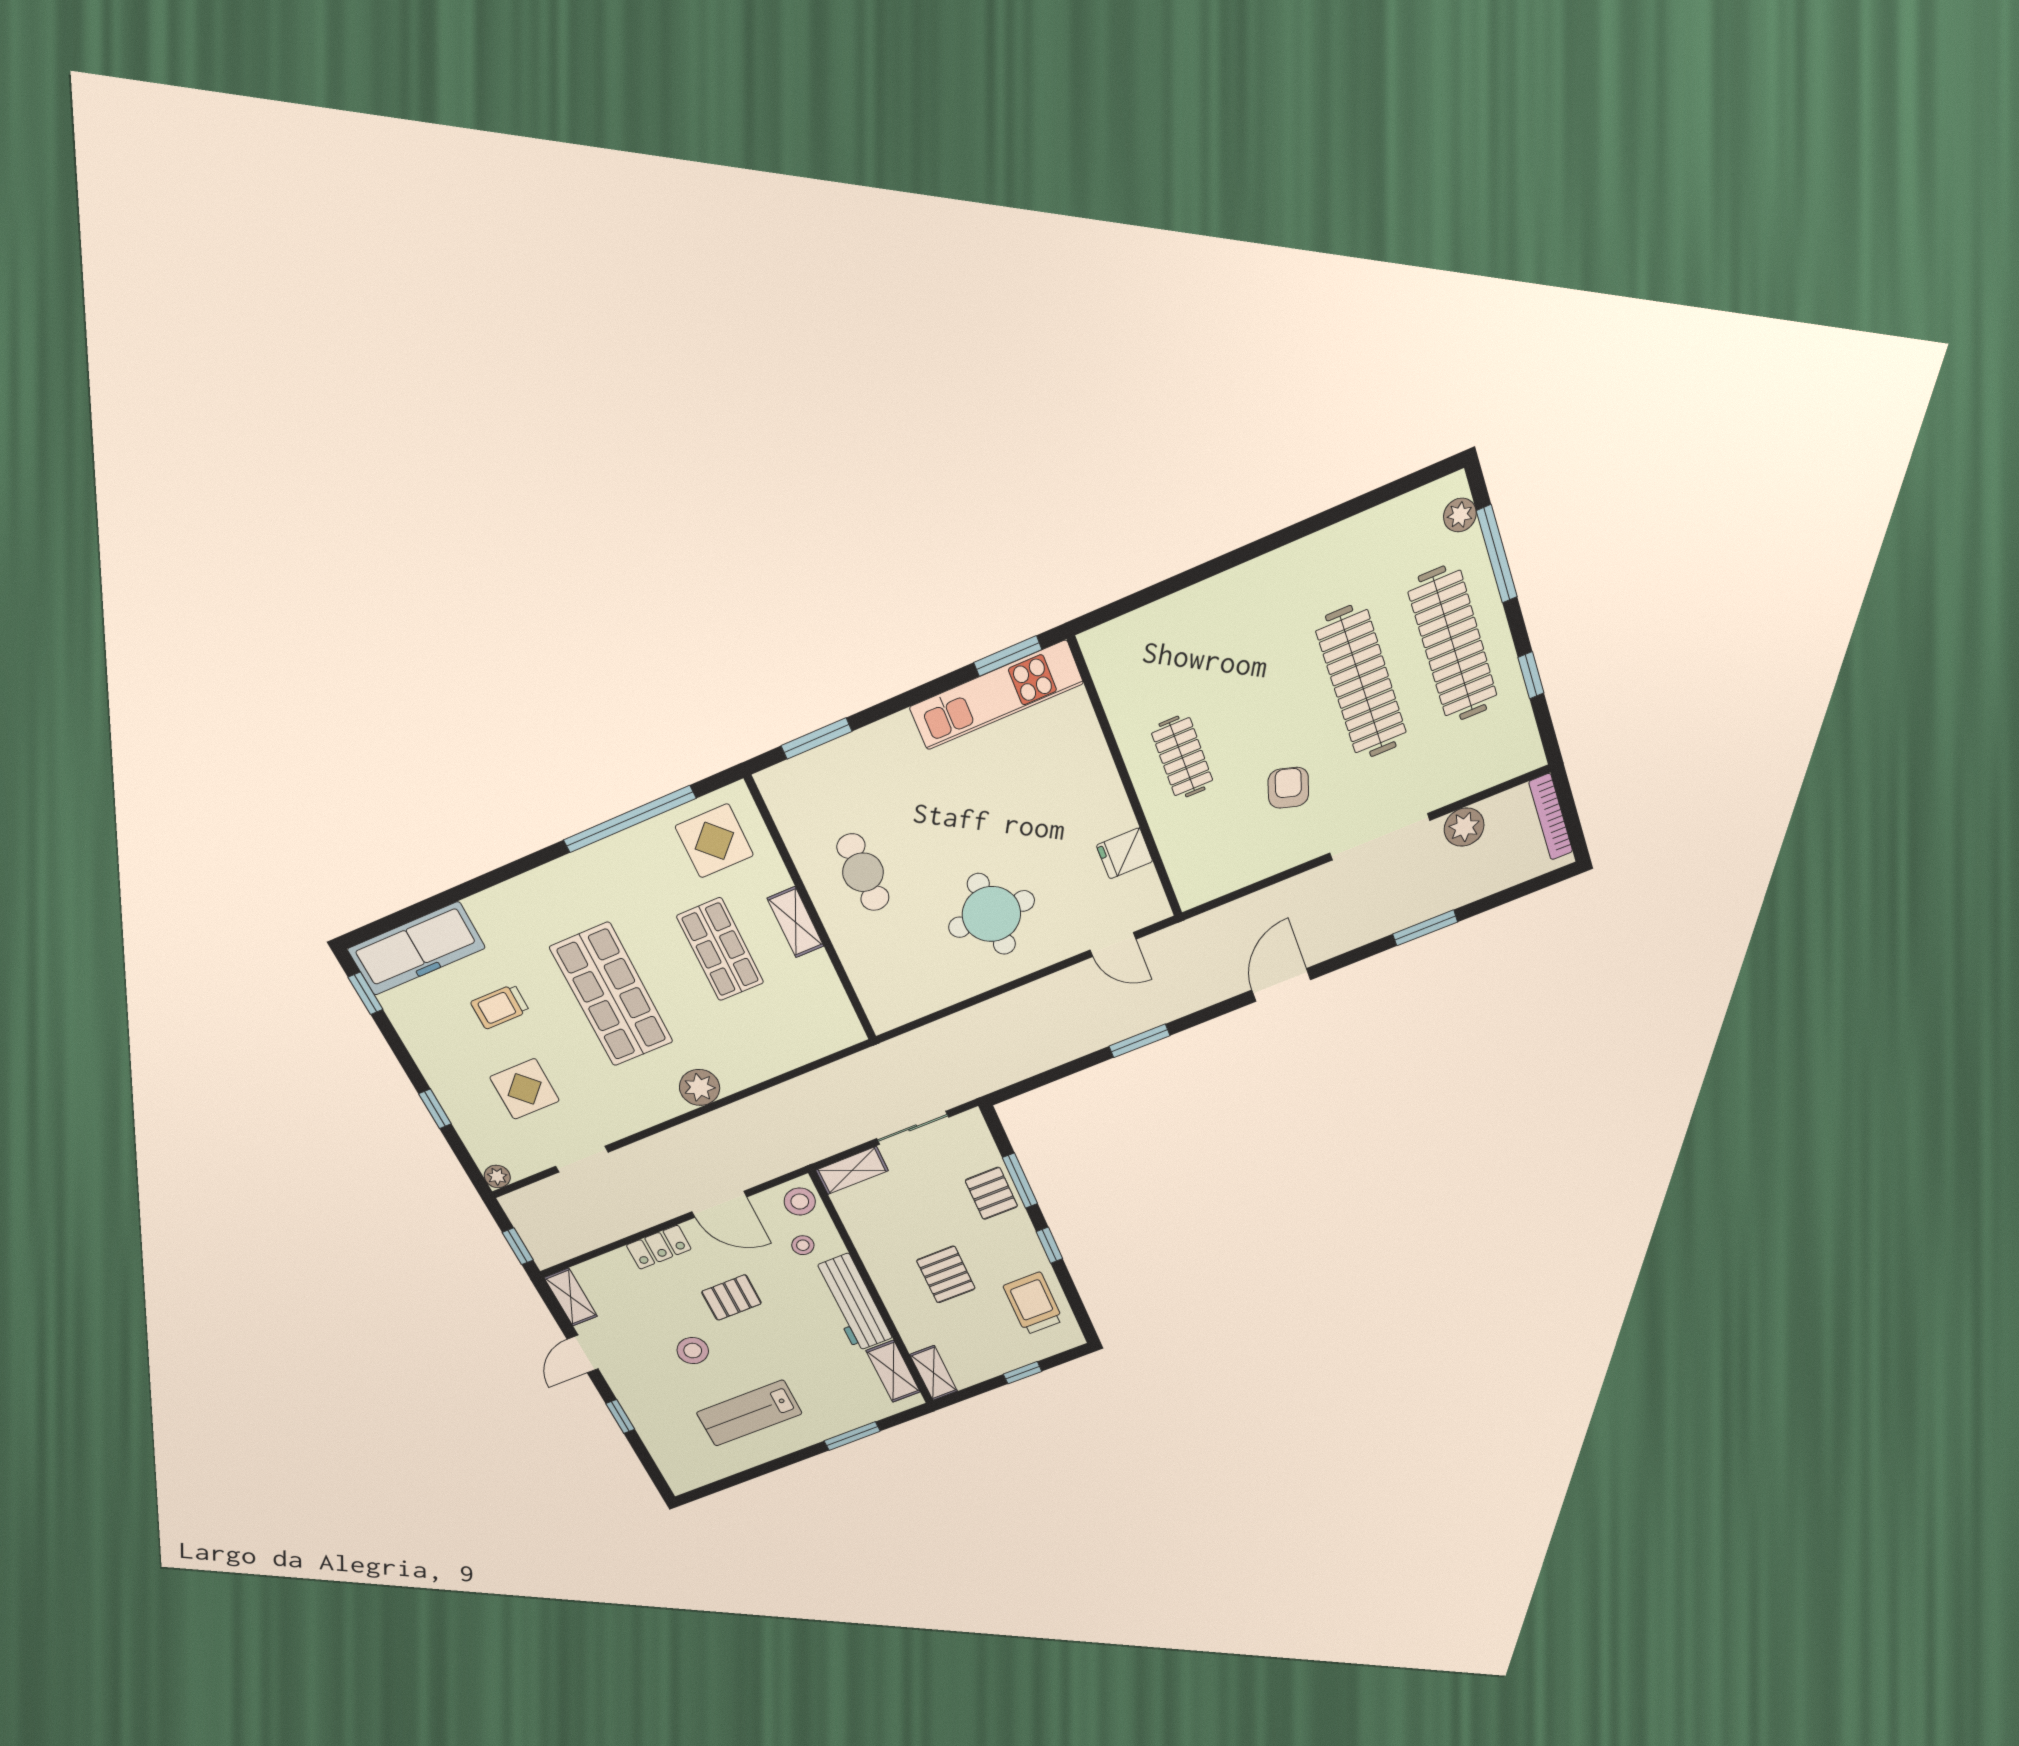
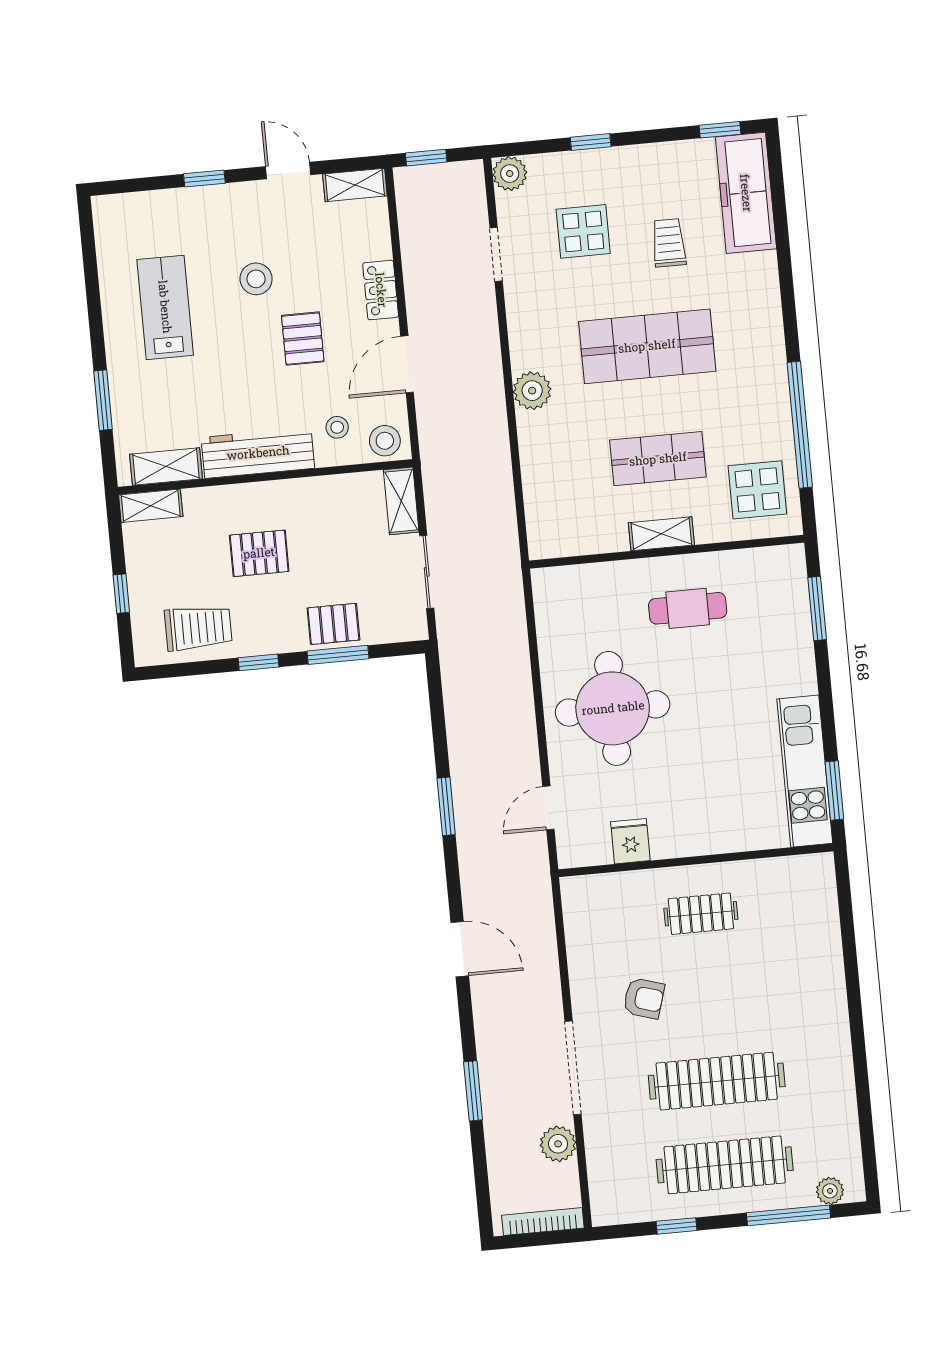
round table: (991, 914) -> (613, 708), width x1.36, depth x1.36
plant: (497, 1176) -> (510, 174), width x1.38, depth x1.38

